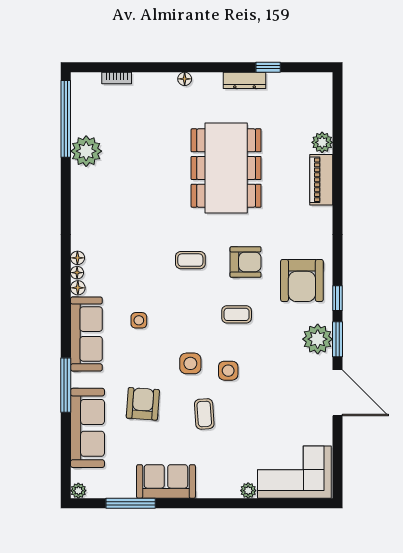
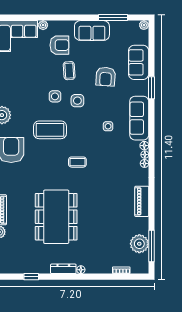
dresser: (245, 80) -> (63, 269), moved
window: (66, 119) -> (151, 246), width x0.68
plant: (86, 151) -> (139, 244), moved
piano: (82, 194) -> (142, 201), added
armchair: (246, 262) -> (59, 45), moved, turned 180
coffee table: (237, 314) -> (50, 130), width x1.86, depth x1.72
window: (66, 385) -> (151, 88), width x0.69
sofa: (87, 428) -> (139, 62), width x0.73

